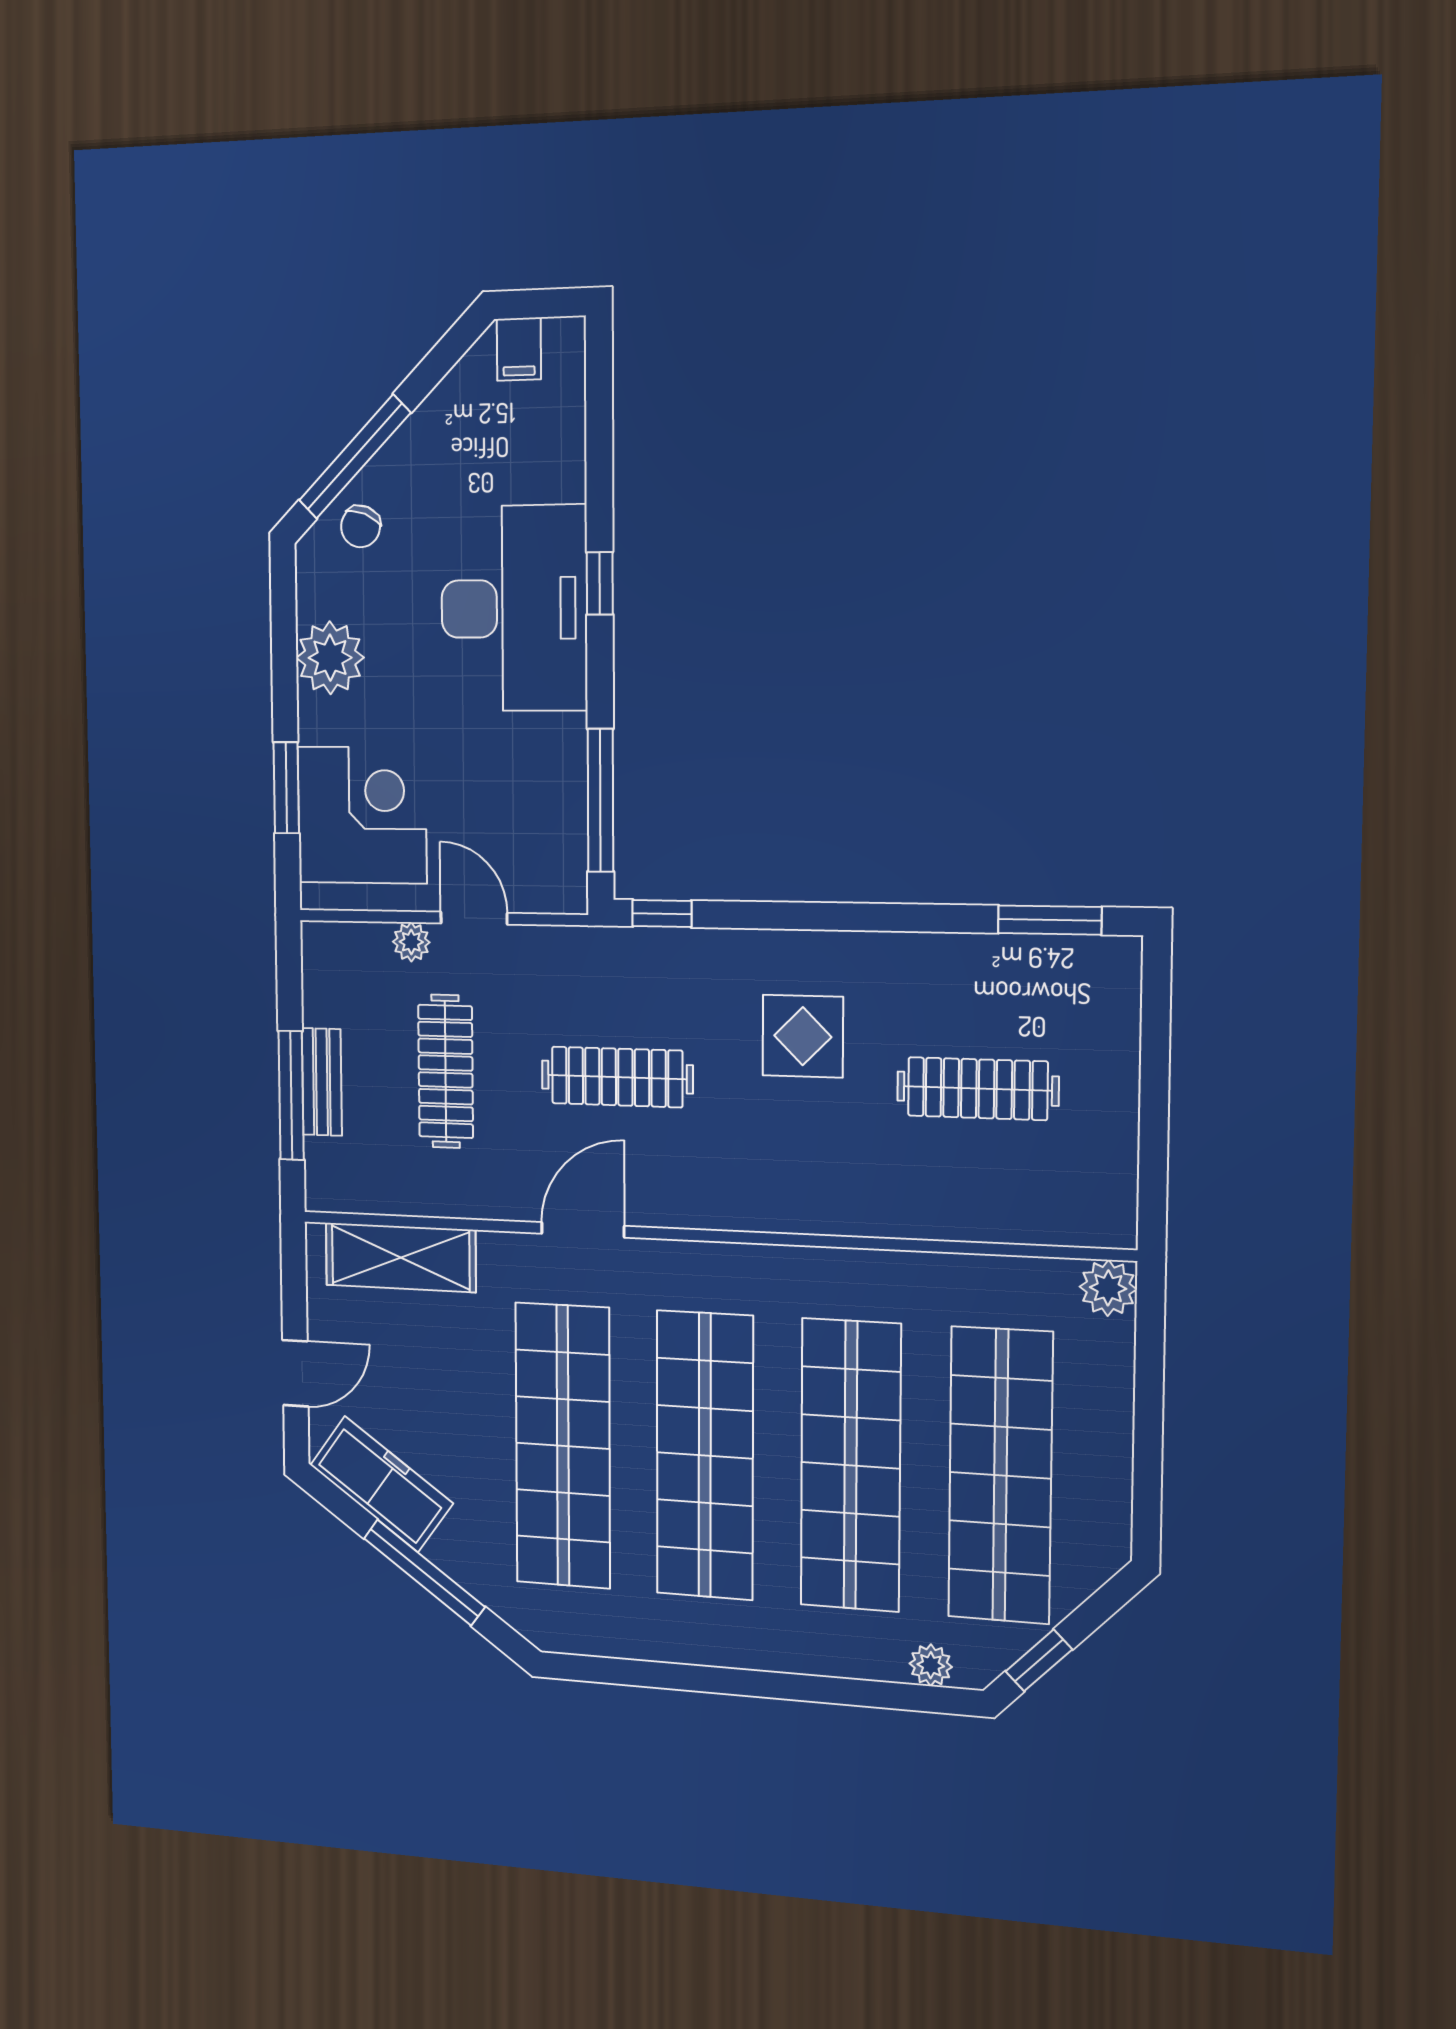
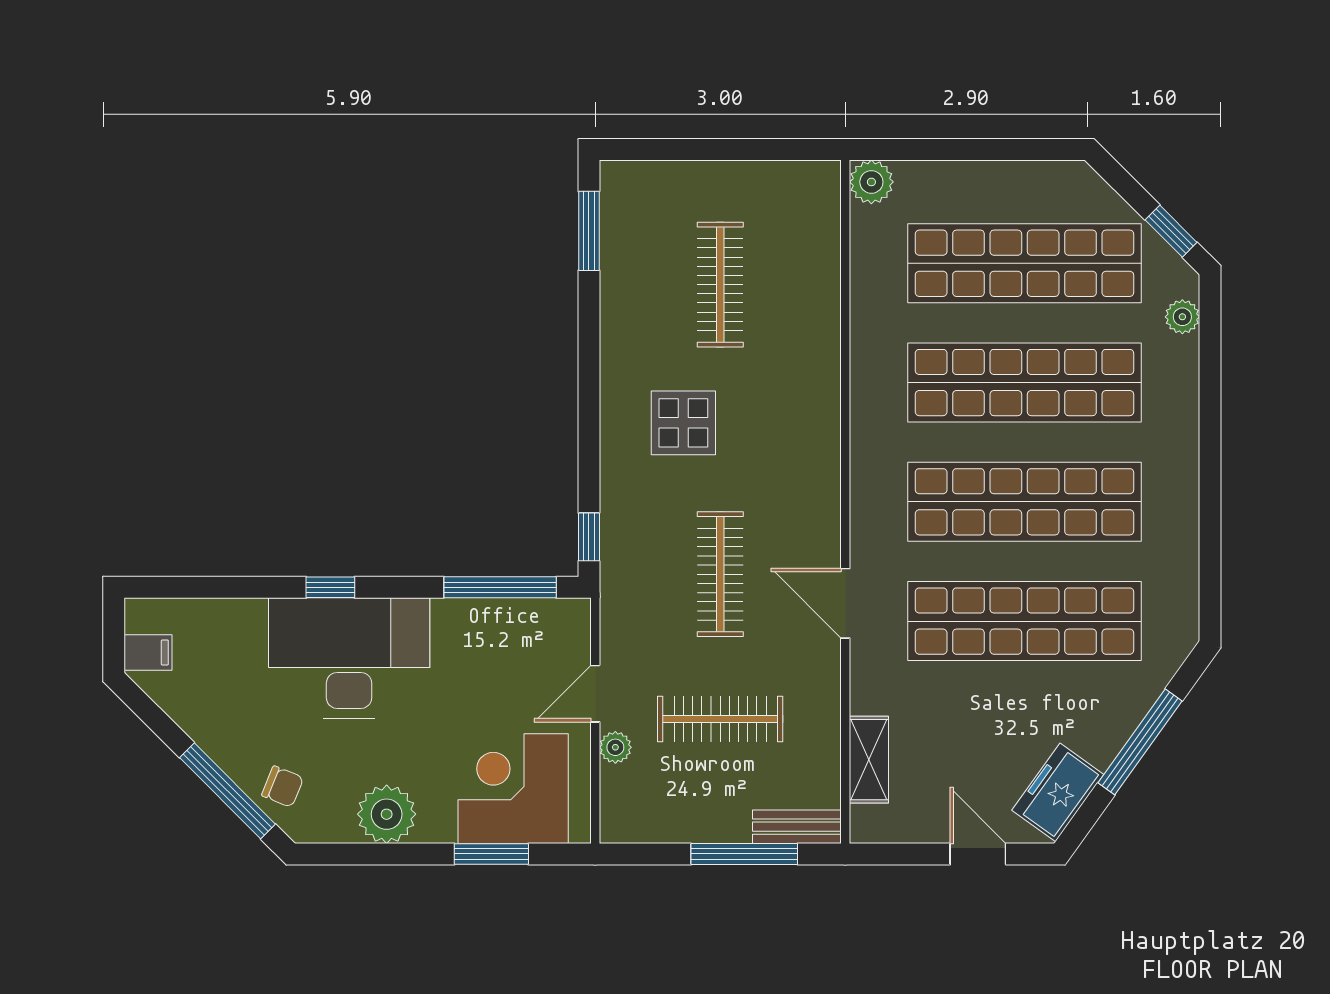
bench: (322, 1082) -> (797, 827), moved
shelving: (401, 1258) -> (869, 760), width x0.67, depth x0.75
freezer: (381, 1484) -> (1058, 792), width x0.71

